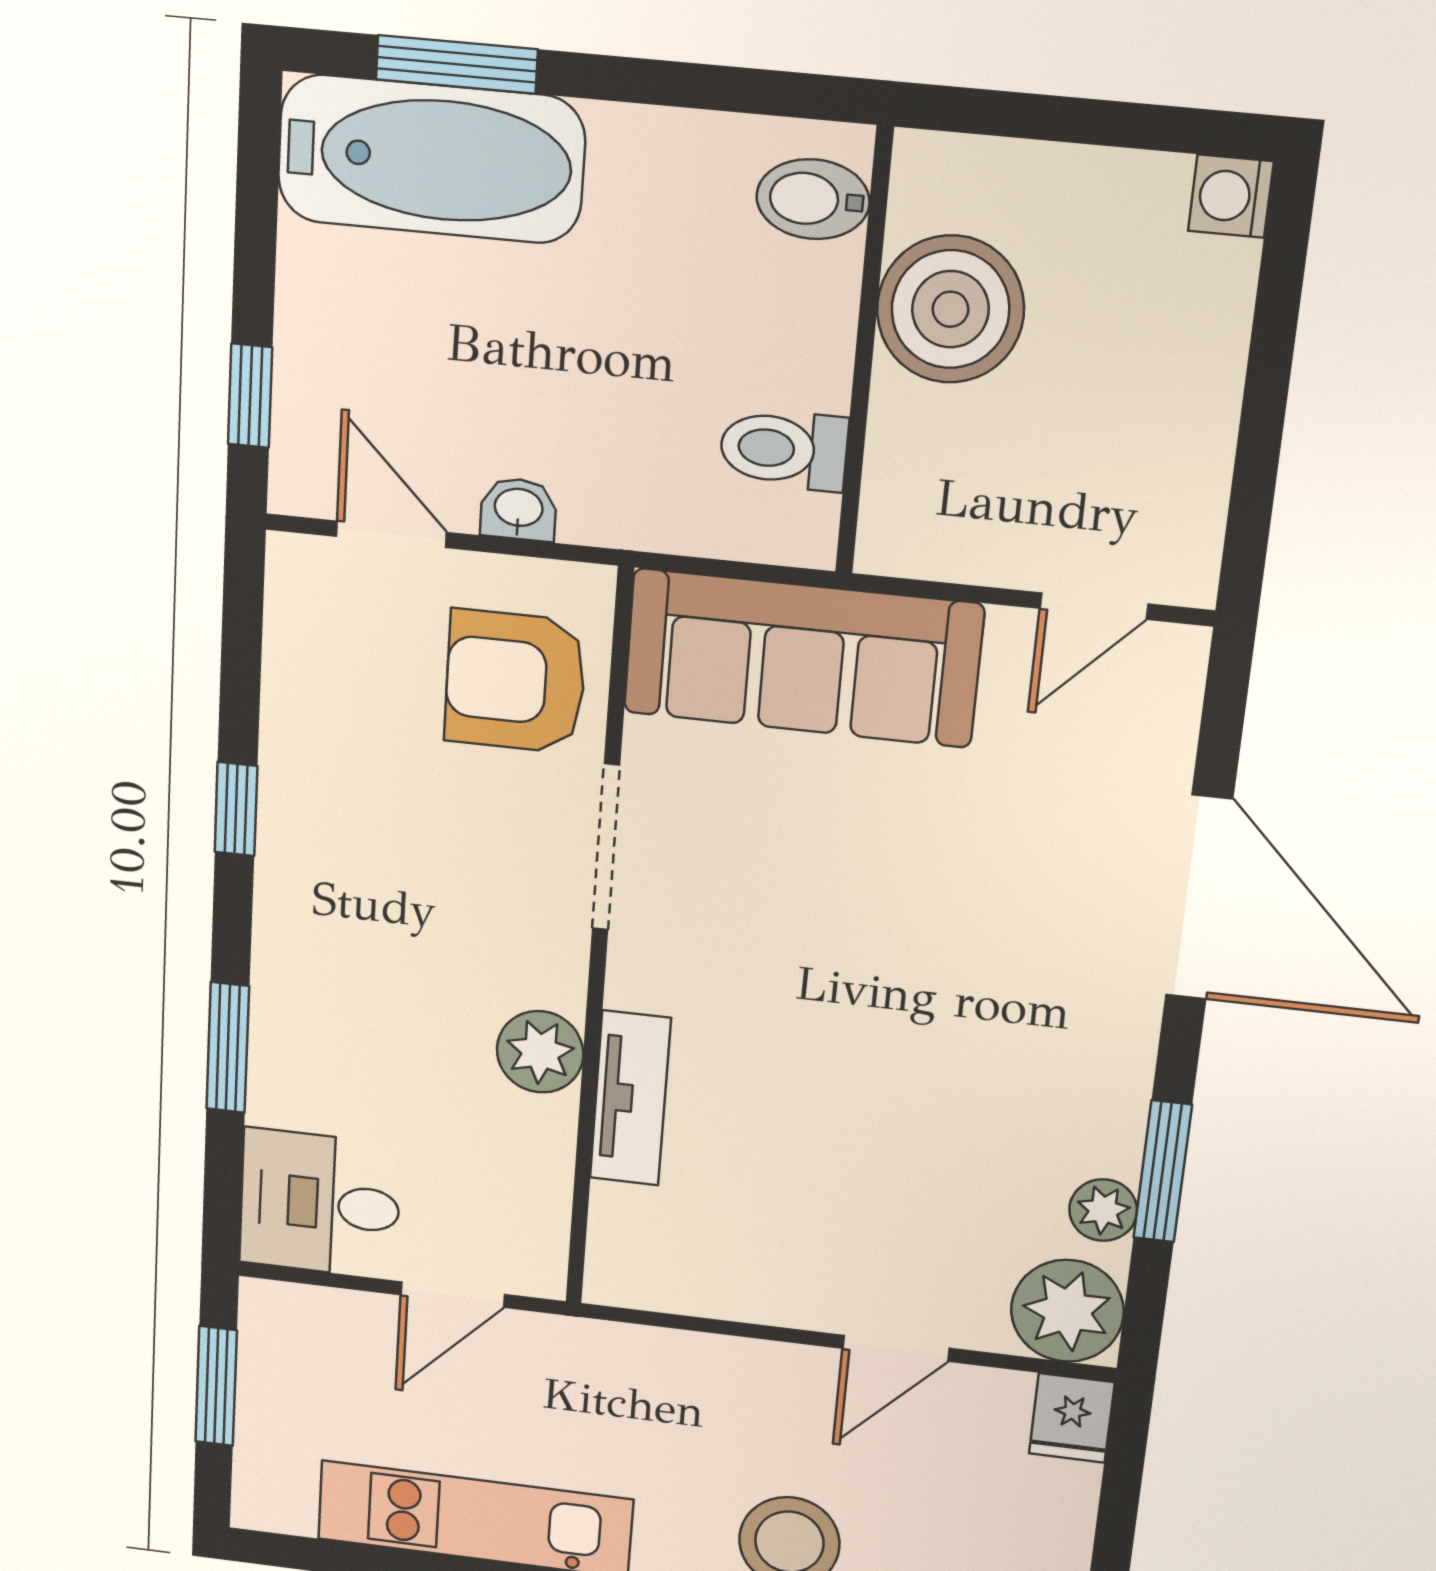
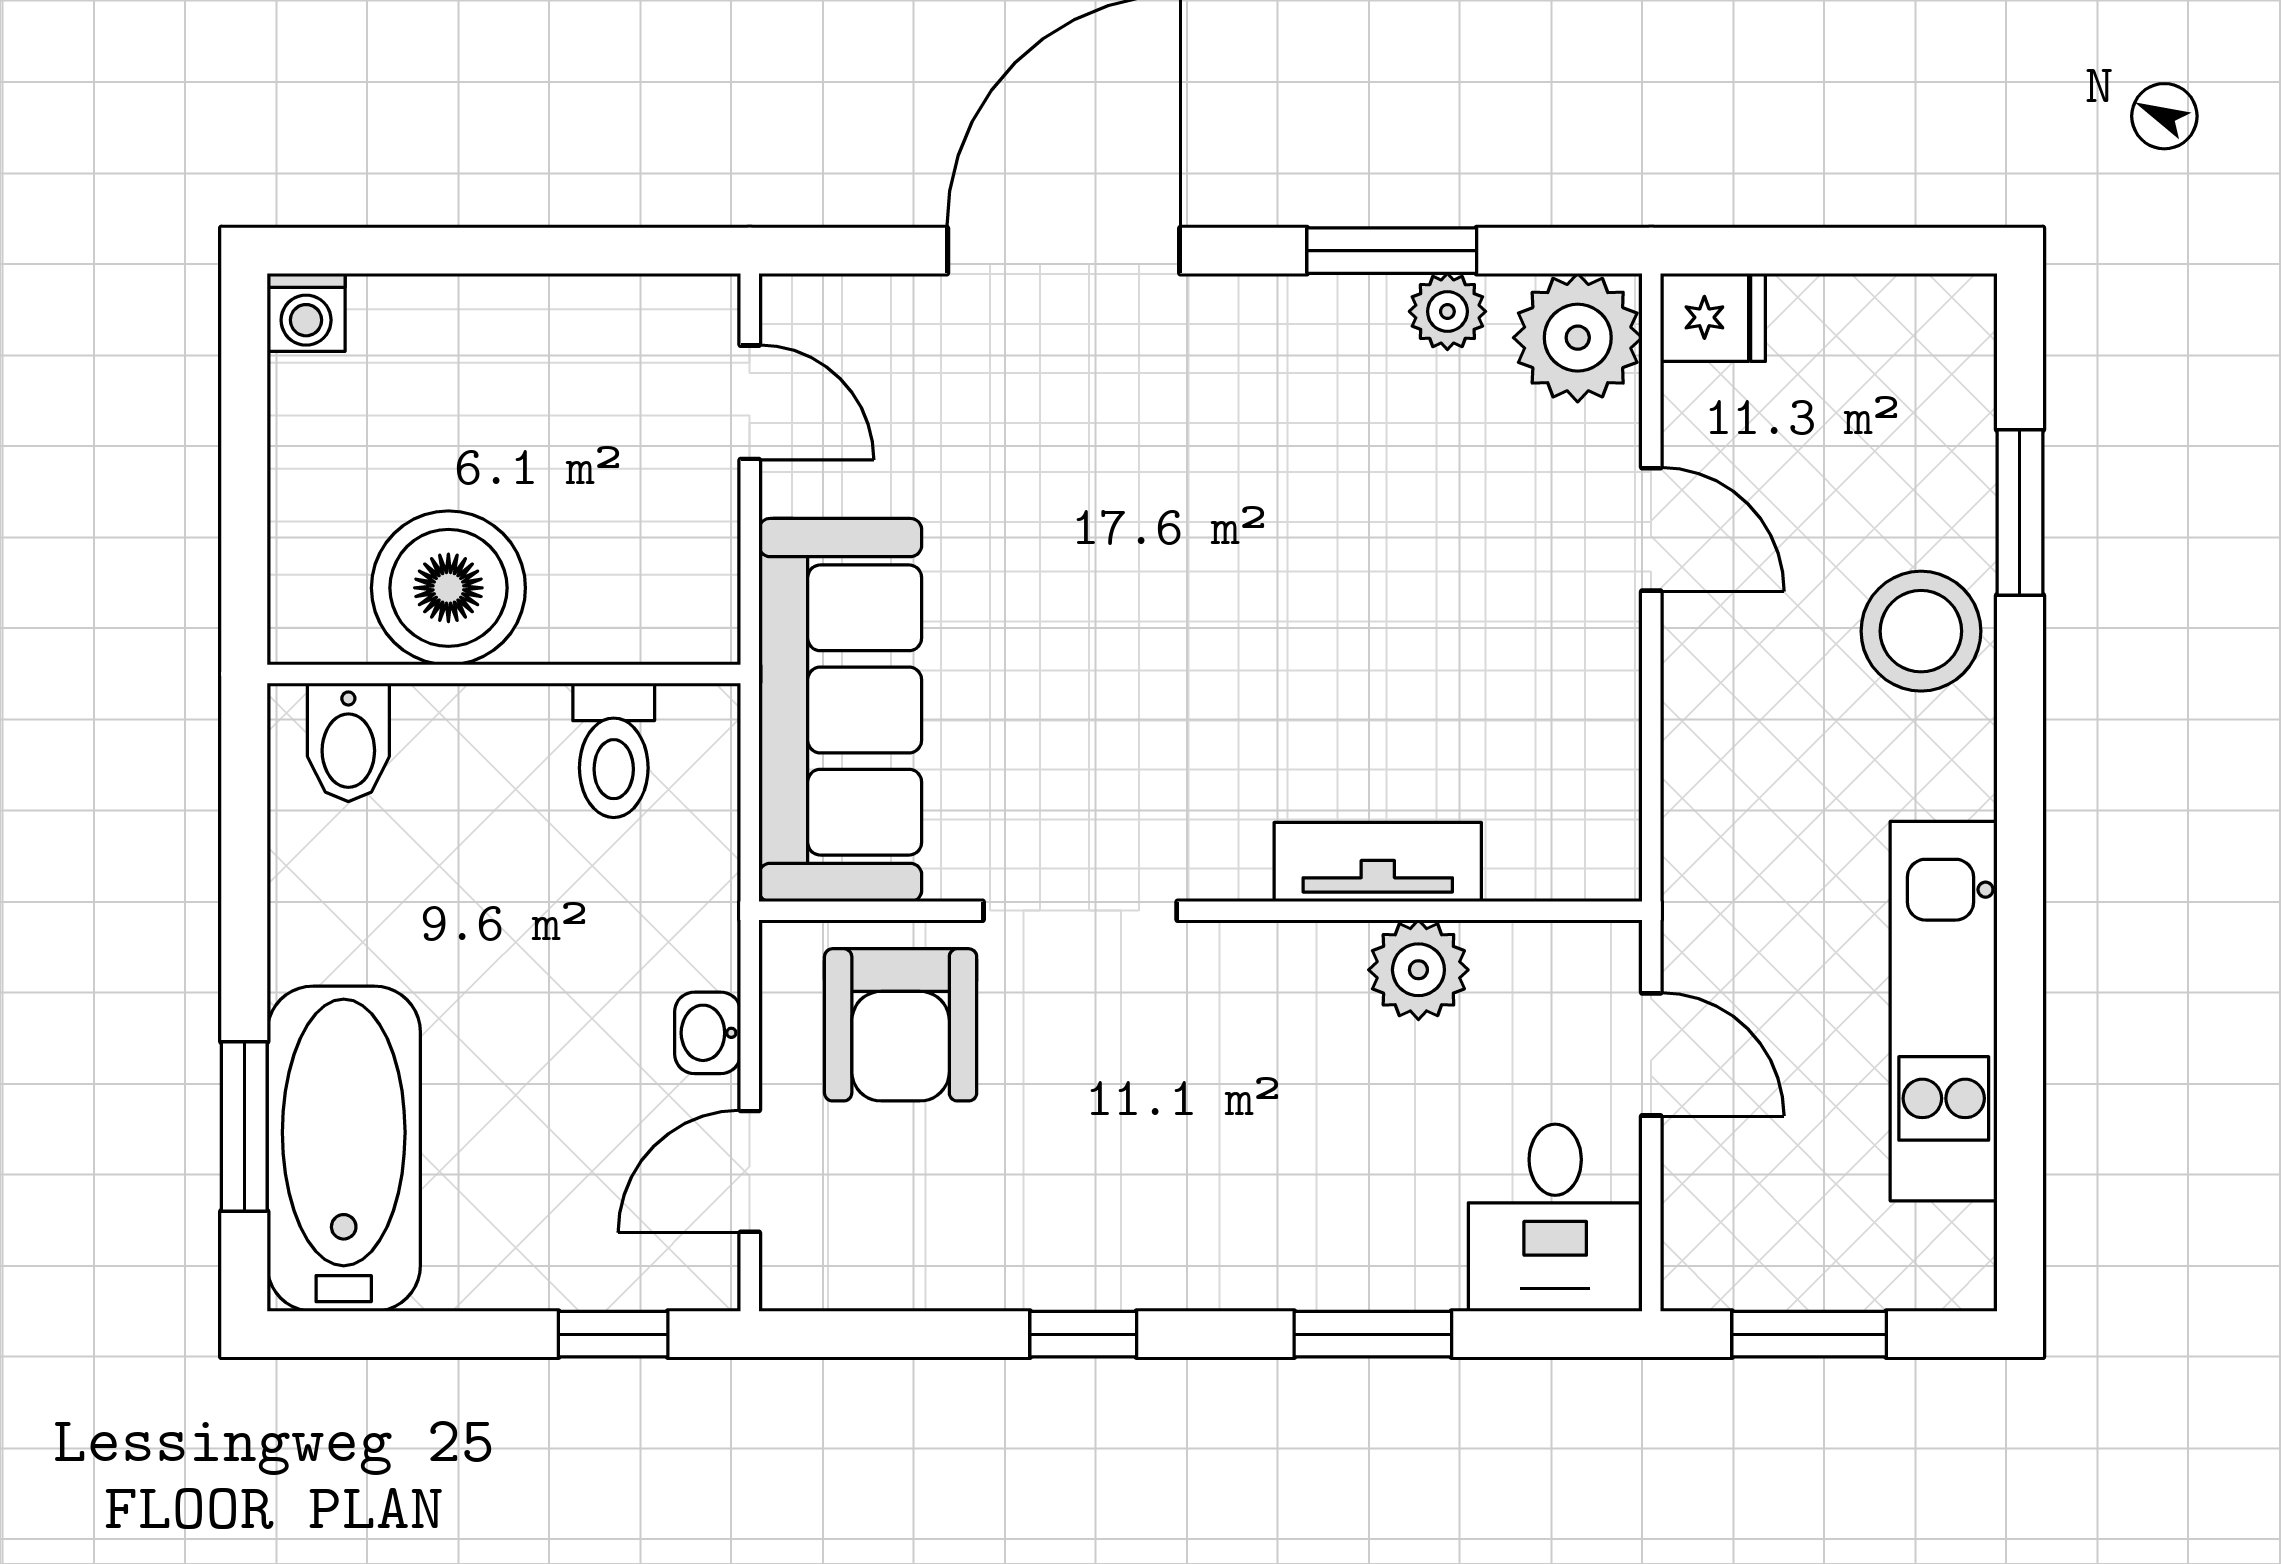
plant: (540, 1052) -> (1418, 970), moved

